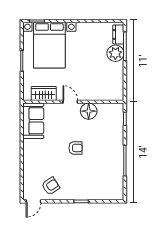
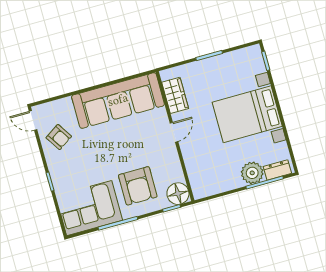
bed with nightstands: (49, 45) -> (247, 114), moved
floor lamp: (89, 111) -> (178, 194), moved
sofa: (33, 121) -> (118, 100), width x1.85, depth x1.27
armchair: (76, 148) -> (138, 186), moved, width x1.88, depth x1.88
corner sofa: (108, 178) -> (89, 208), added

